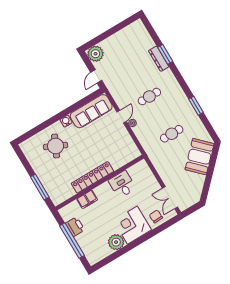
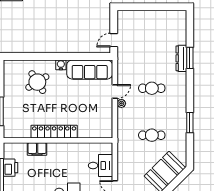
plant: (95, 54) -> (126, 19), removed
round table: (56, 146) -> (37, 82), turned 33
desk: (122, 184) -> (101, 166), moved, turned 90

